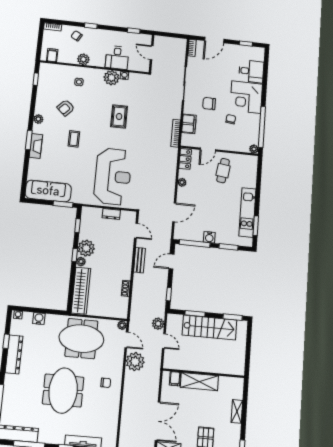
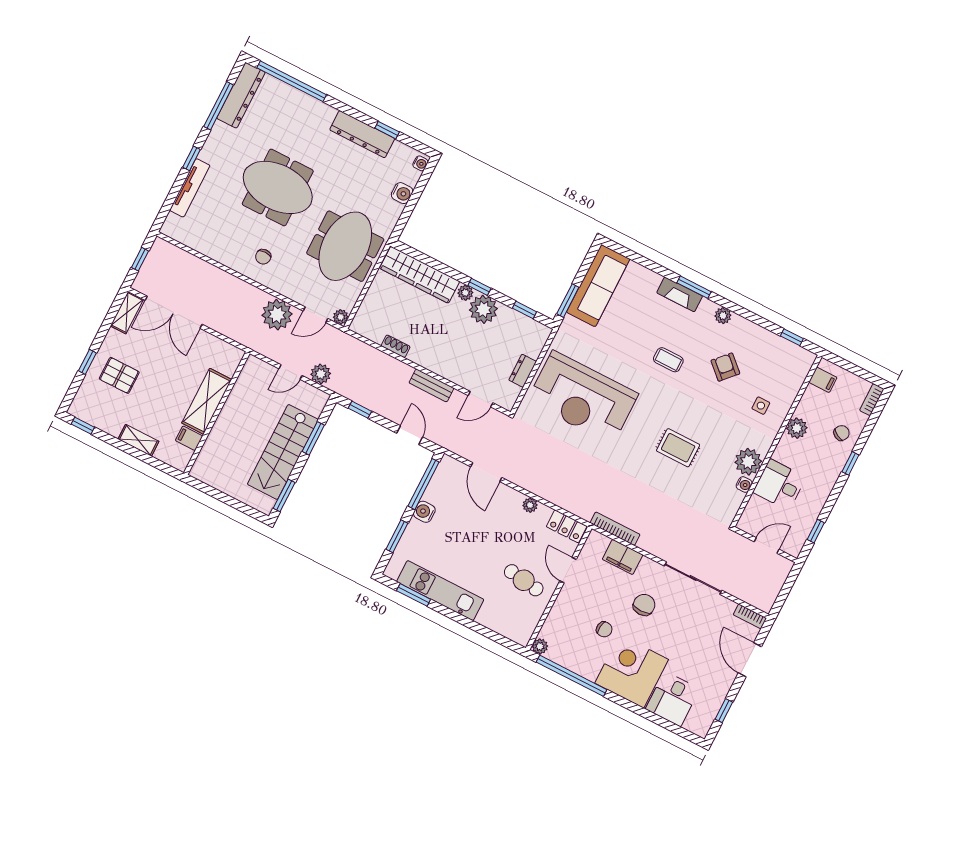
filing cabinet: (175, 379) -> (189, 438), moved

